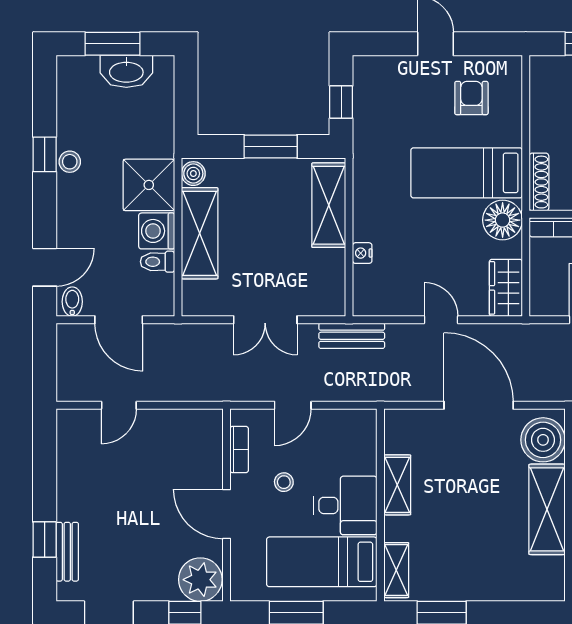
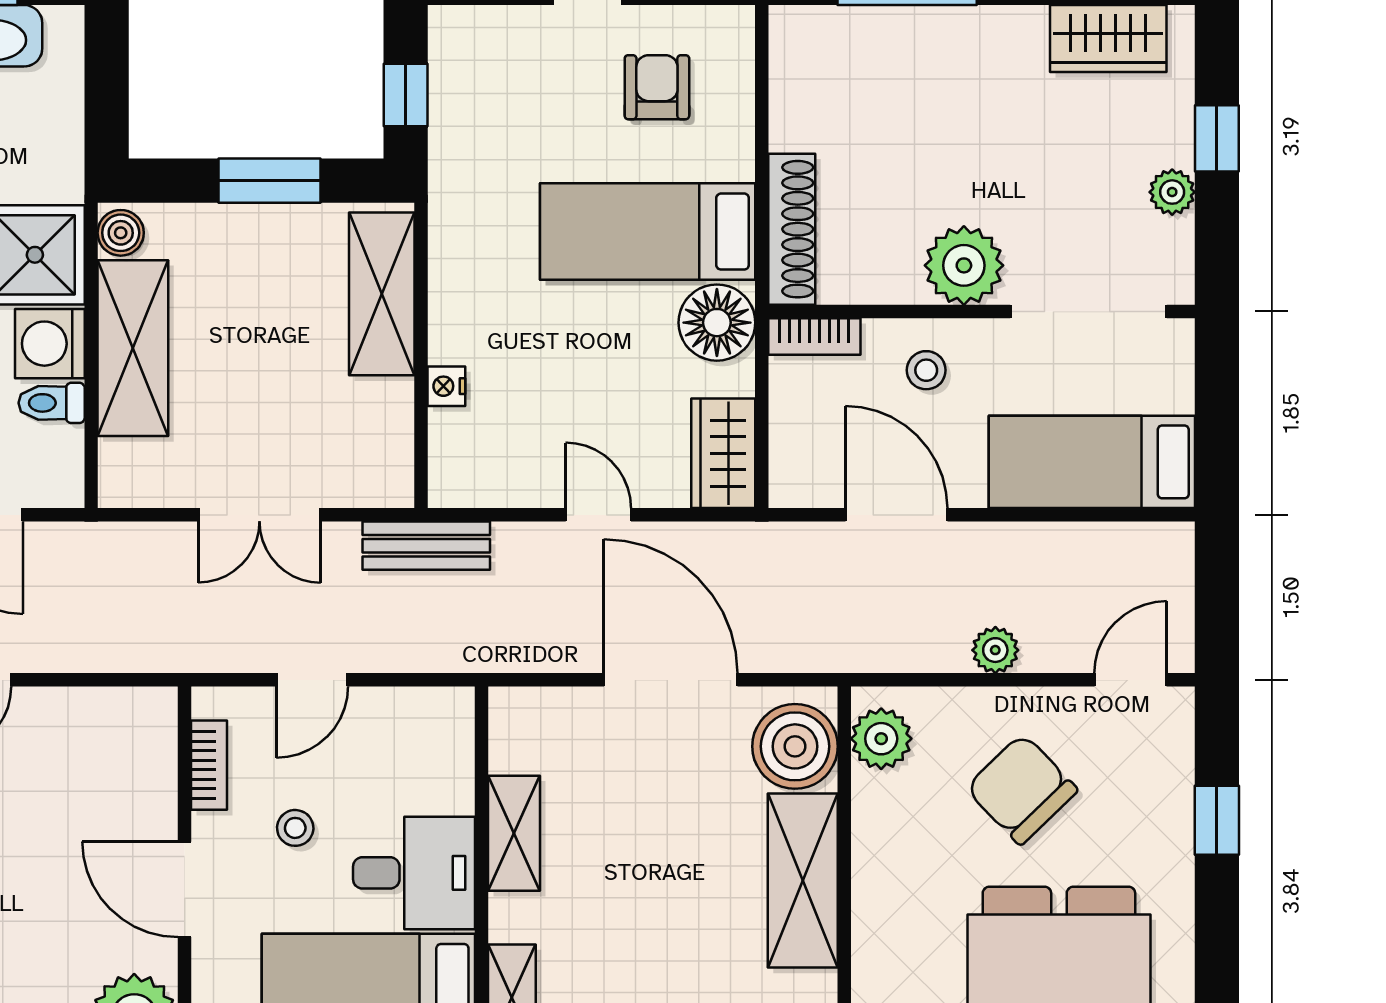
shoe rack: (539, 182) -> (792, 229), width x1.36, depth x1.24

